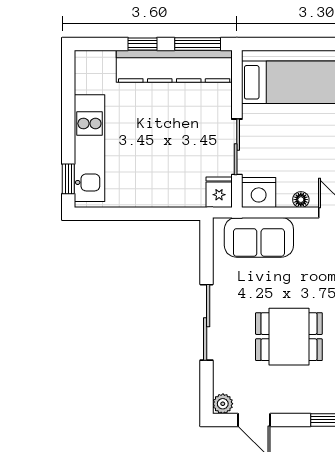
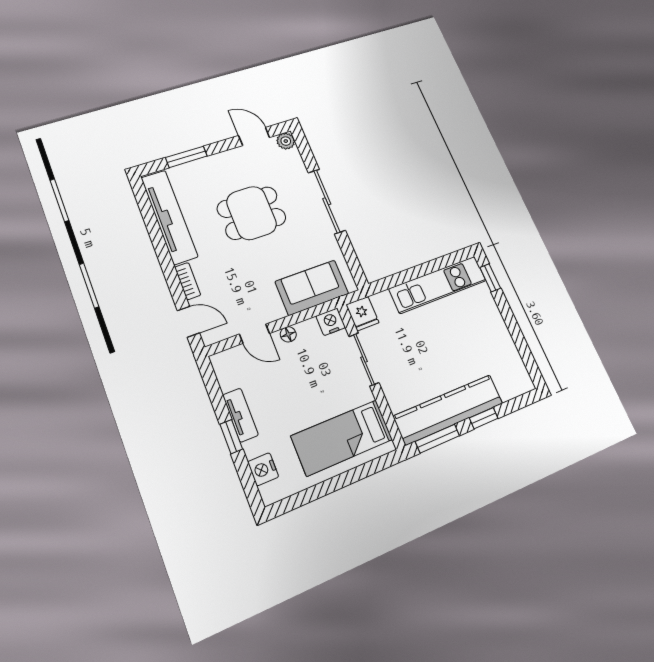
kitchen unit: (89, 148) -> (438, 285), moved, turned -90
nightstand: (259, 193) -> (331, 322), width x0.74, depth x0.75

